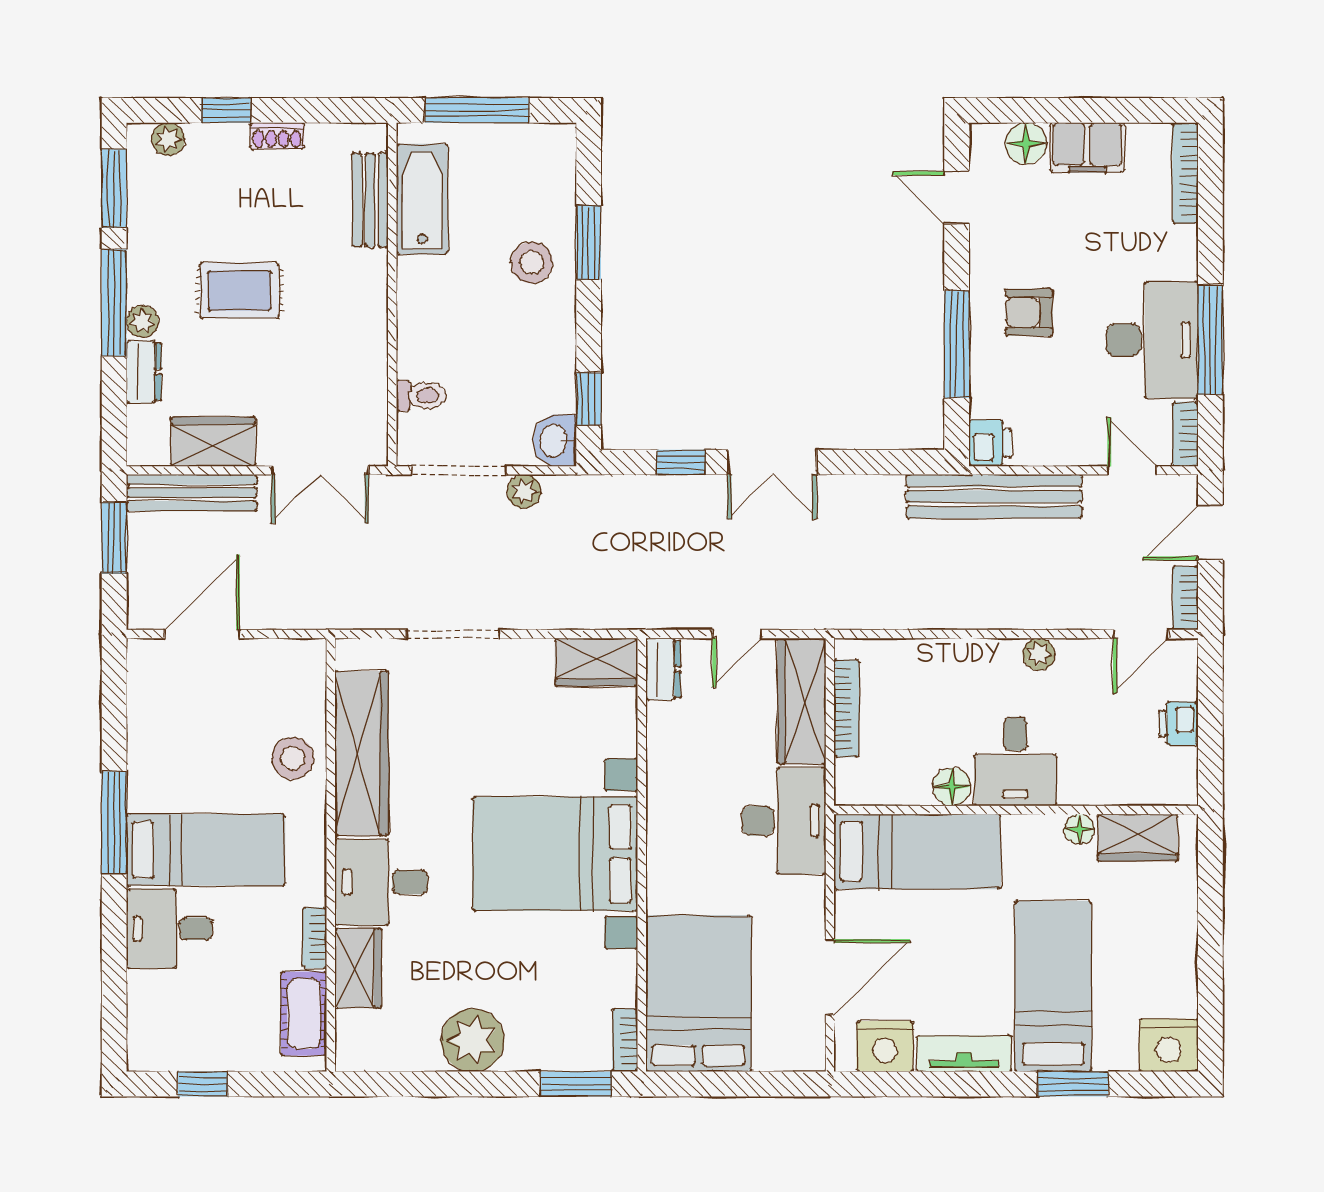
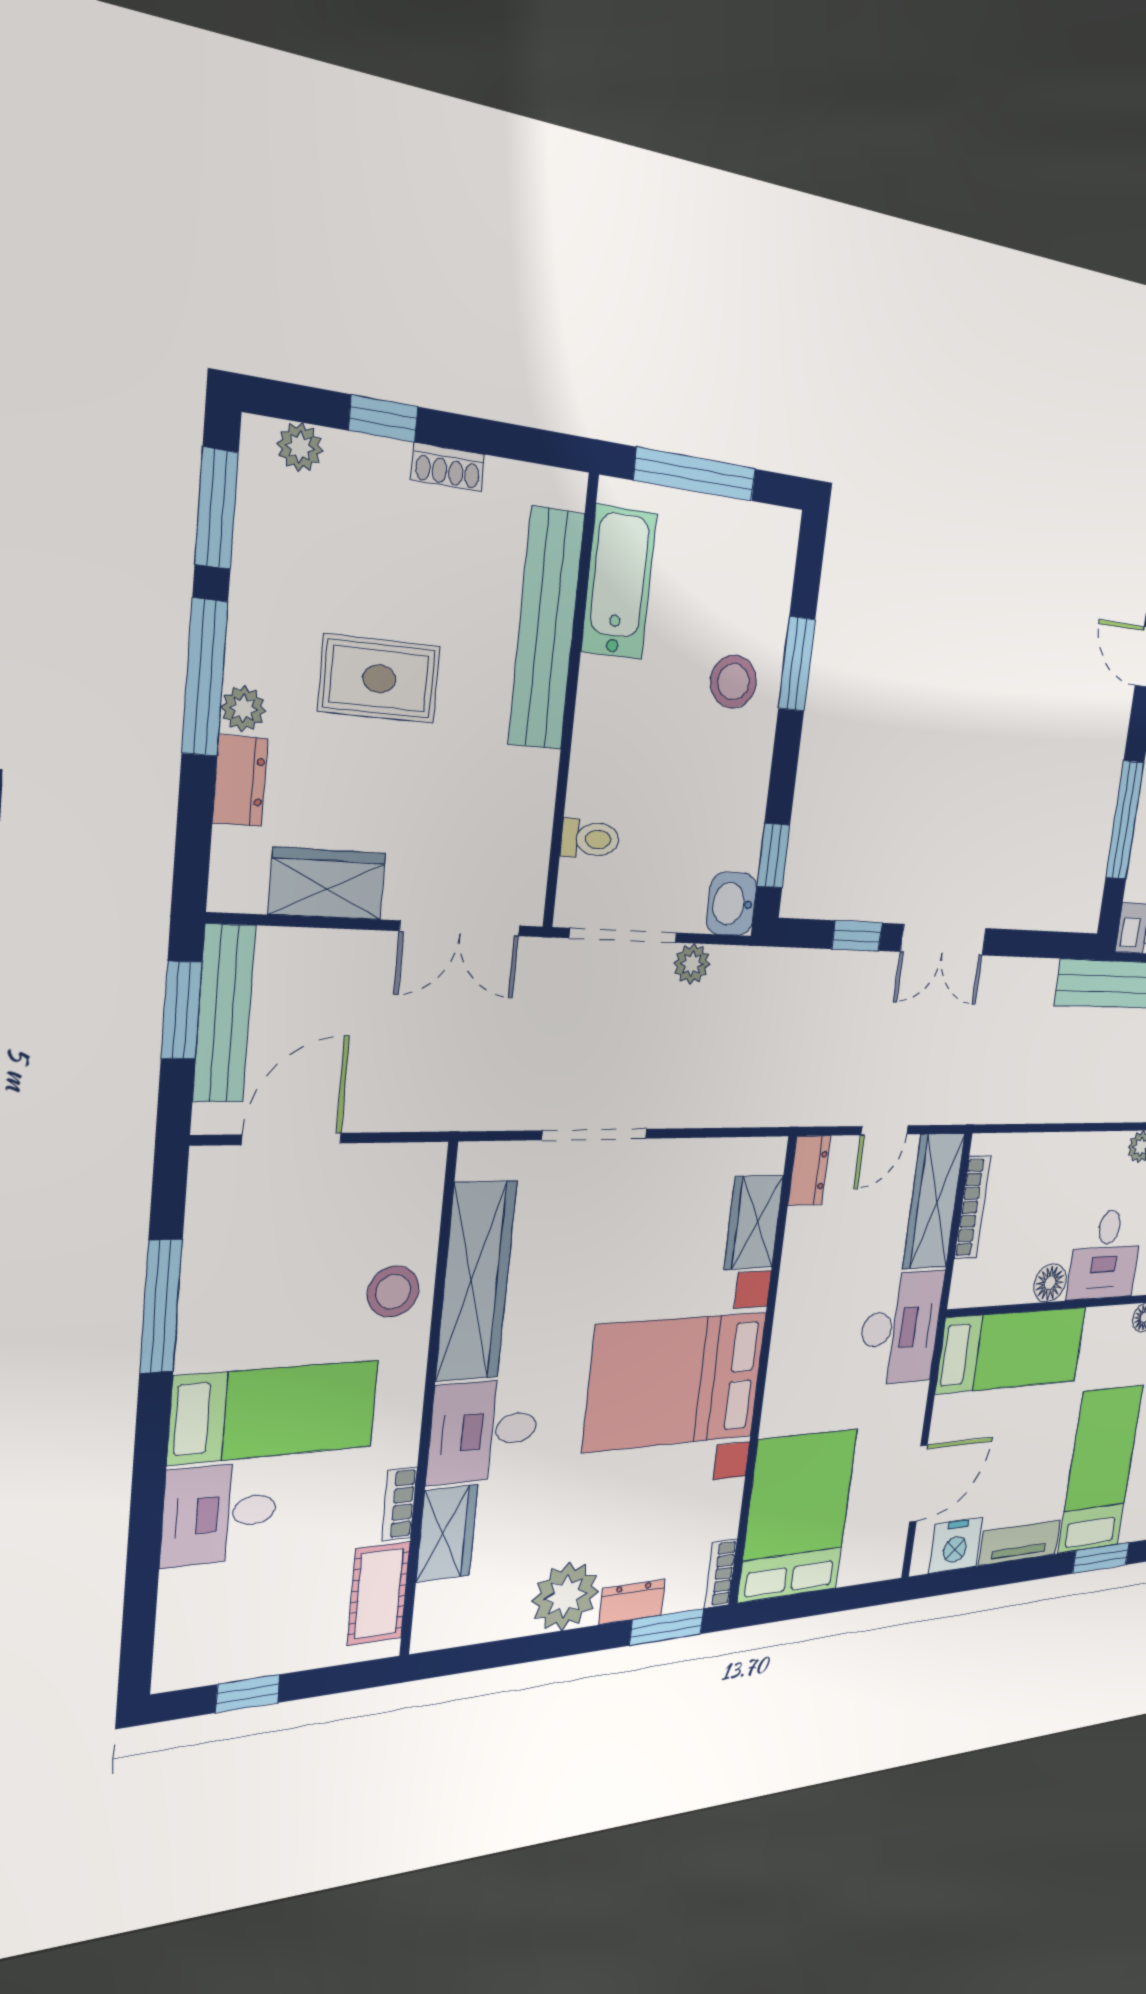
bench: (370, 200) -> (546, 629), width x1.86, depth x1.21
bench: (192, 493) -> (224, 1014), moved, turned 90
wardrobe: (596, 662) -> (754, 1222), moved, turned 90
window: (114, 823) -> (161, 1306), moved
dresser: (538, 1055) -> (632, 1602), added

